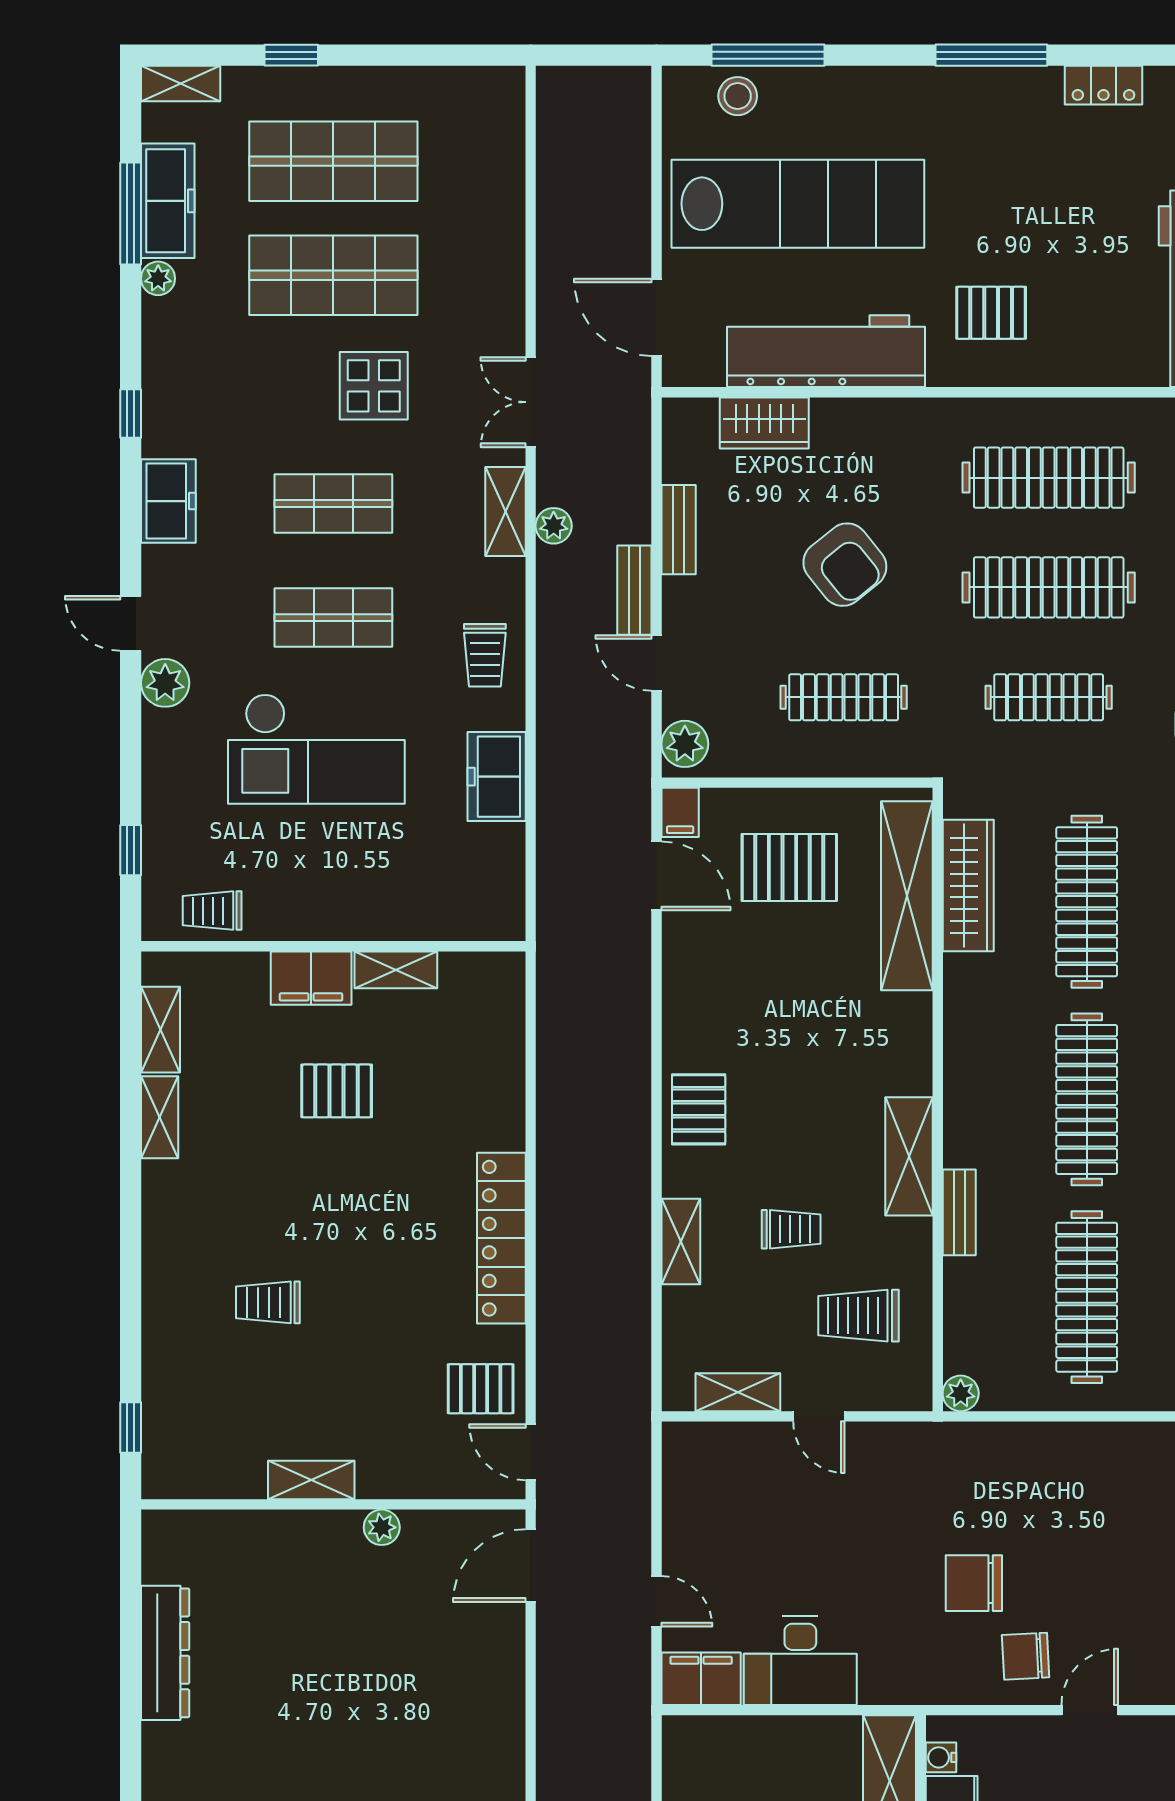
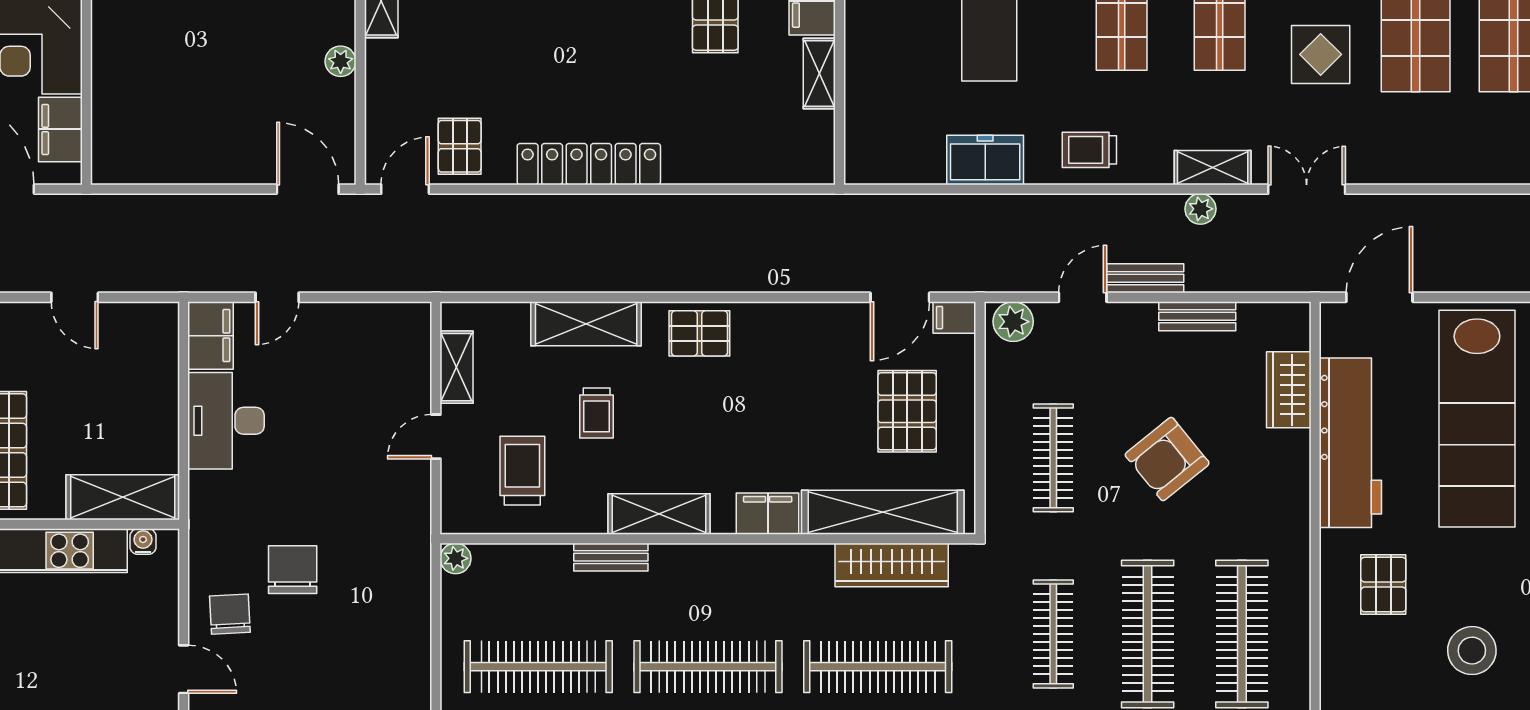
stool: (1068, 210) -> (1472, 651), added
filing cabinet: (909, 1030) -> (768, 514), added
shelving: (681, 1241) -> (586, 324), width x1.50, depth x1.33

